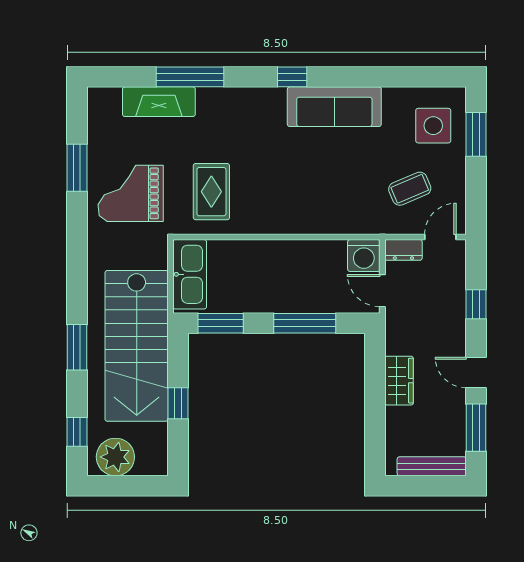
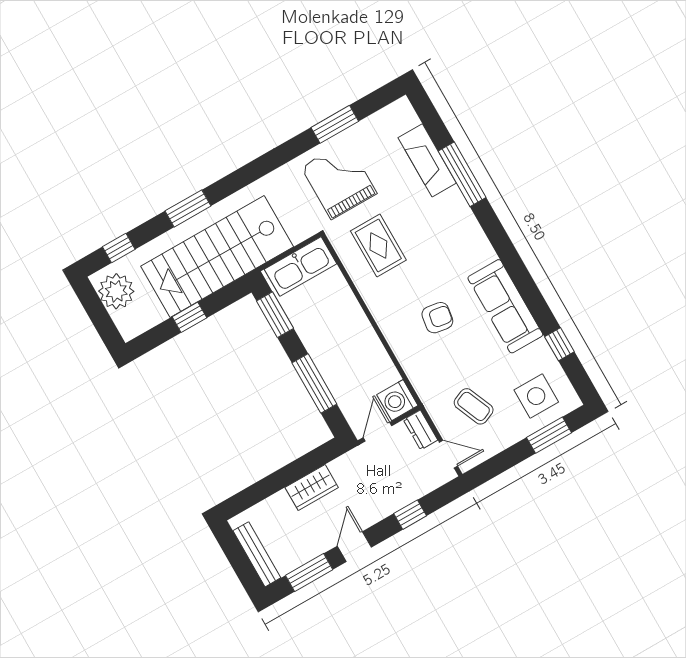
window: (292, 77) -> (559, 344), moved
armchair: (309, 175) -> (437, 318), added
rug: (211, 192) -> (378, 246), turned 90

